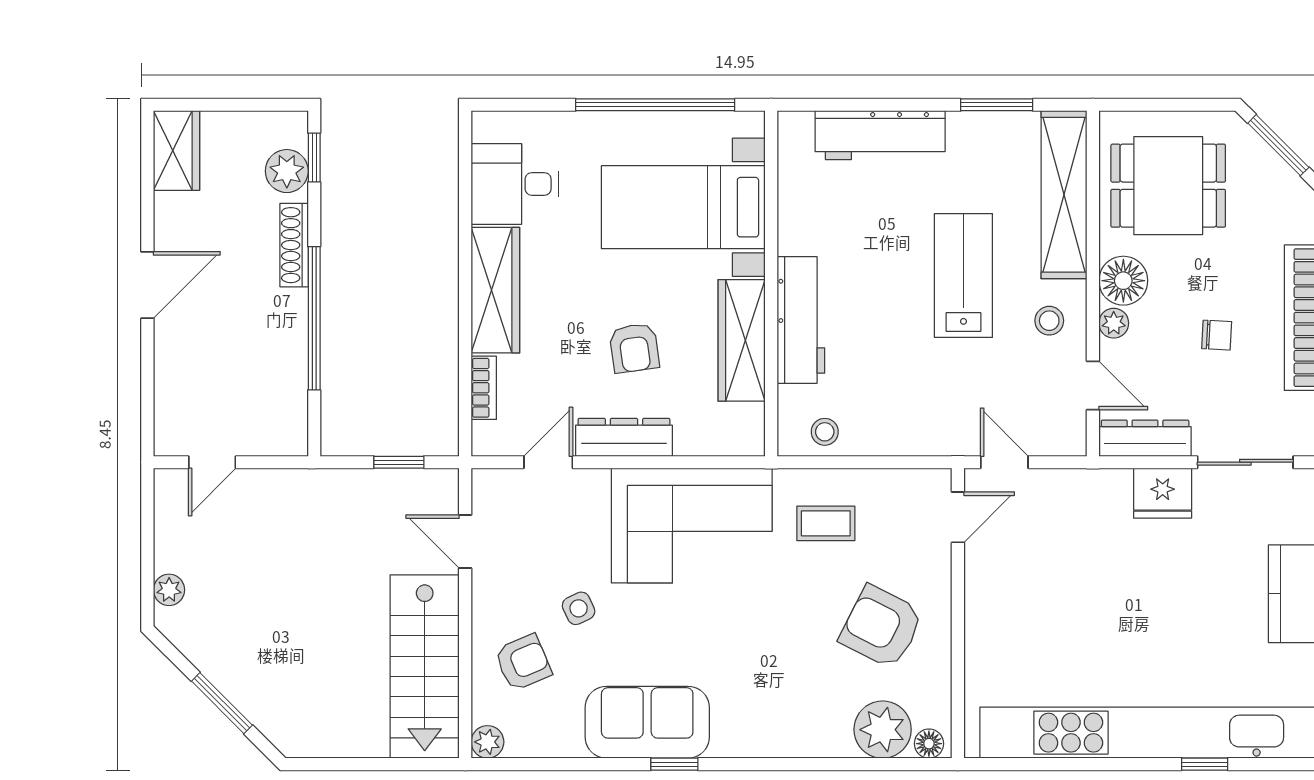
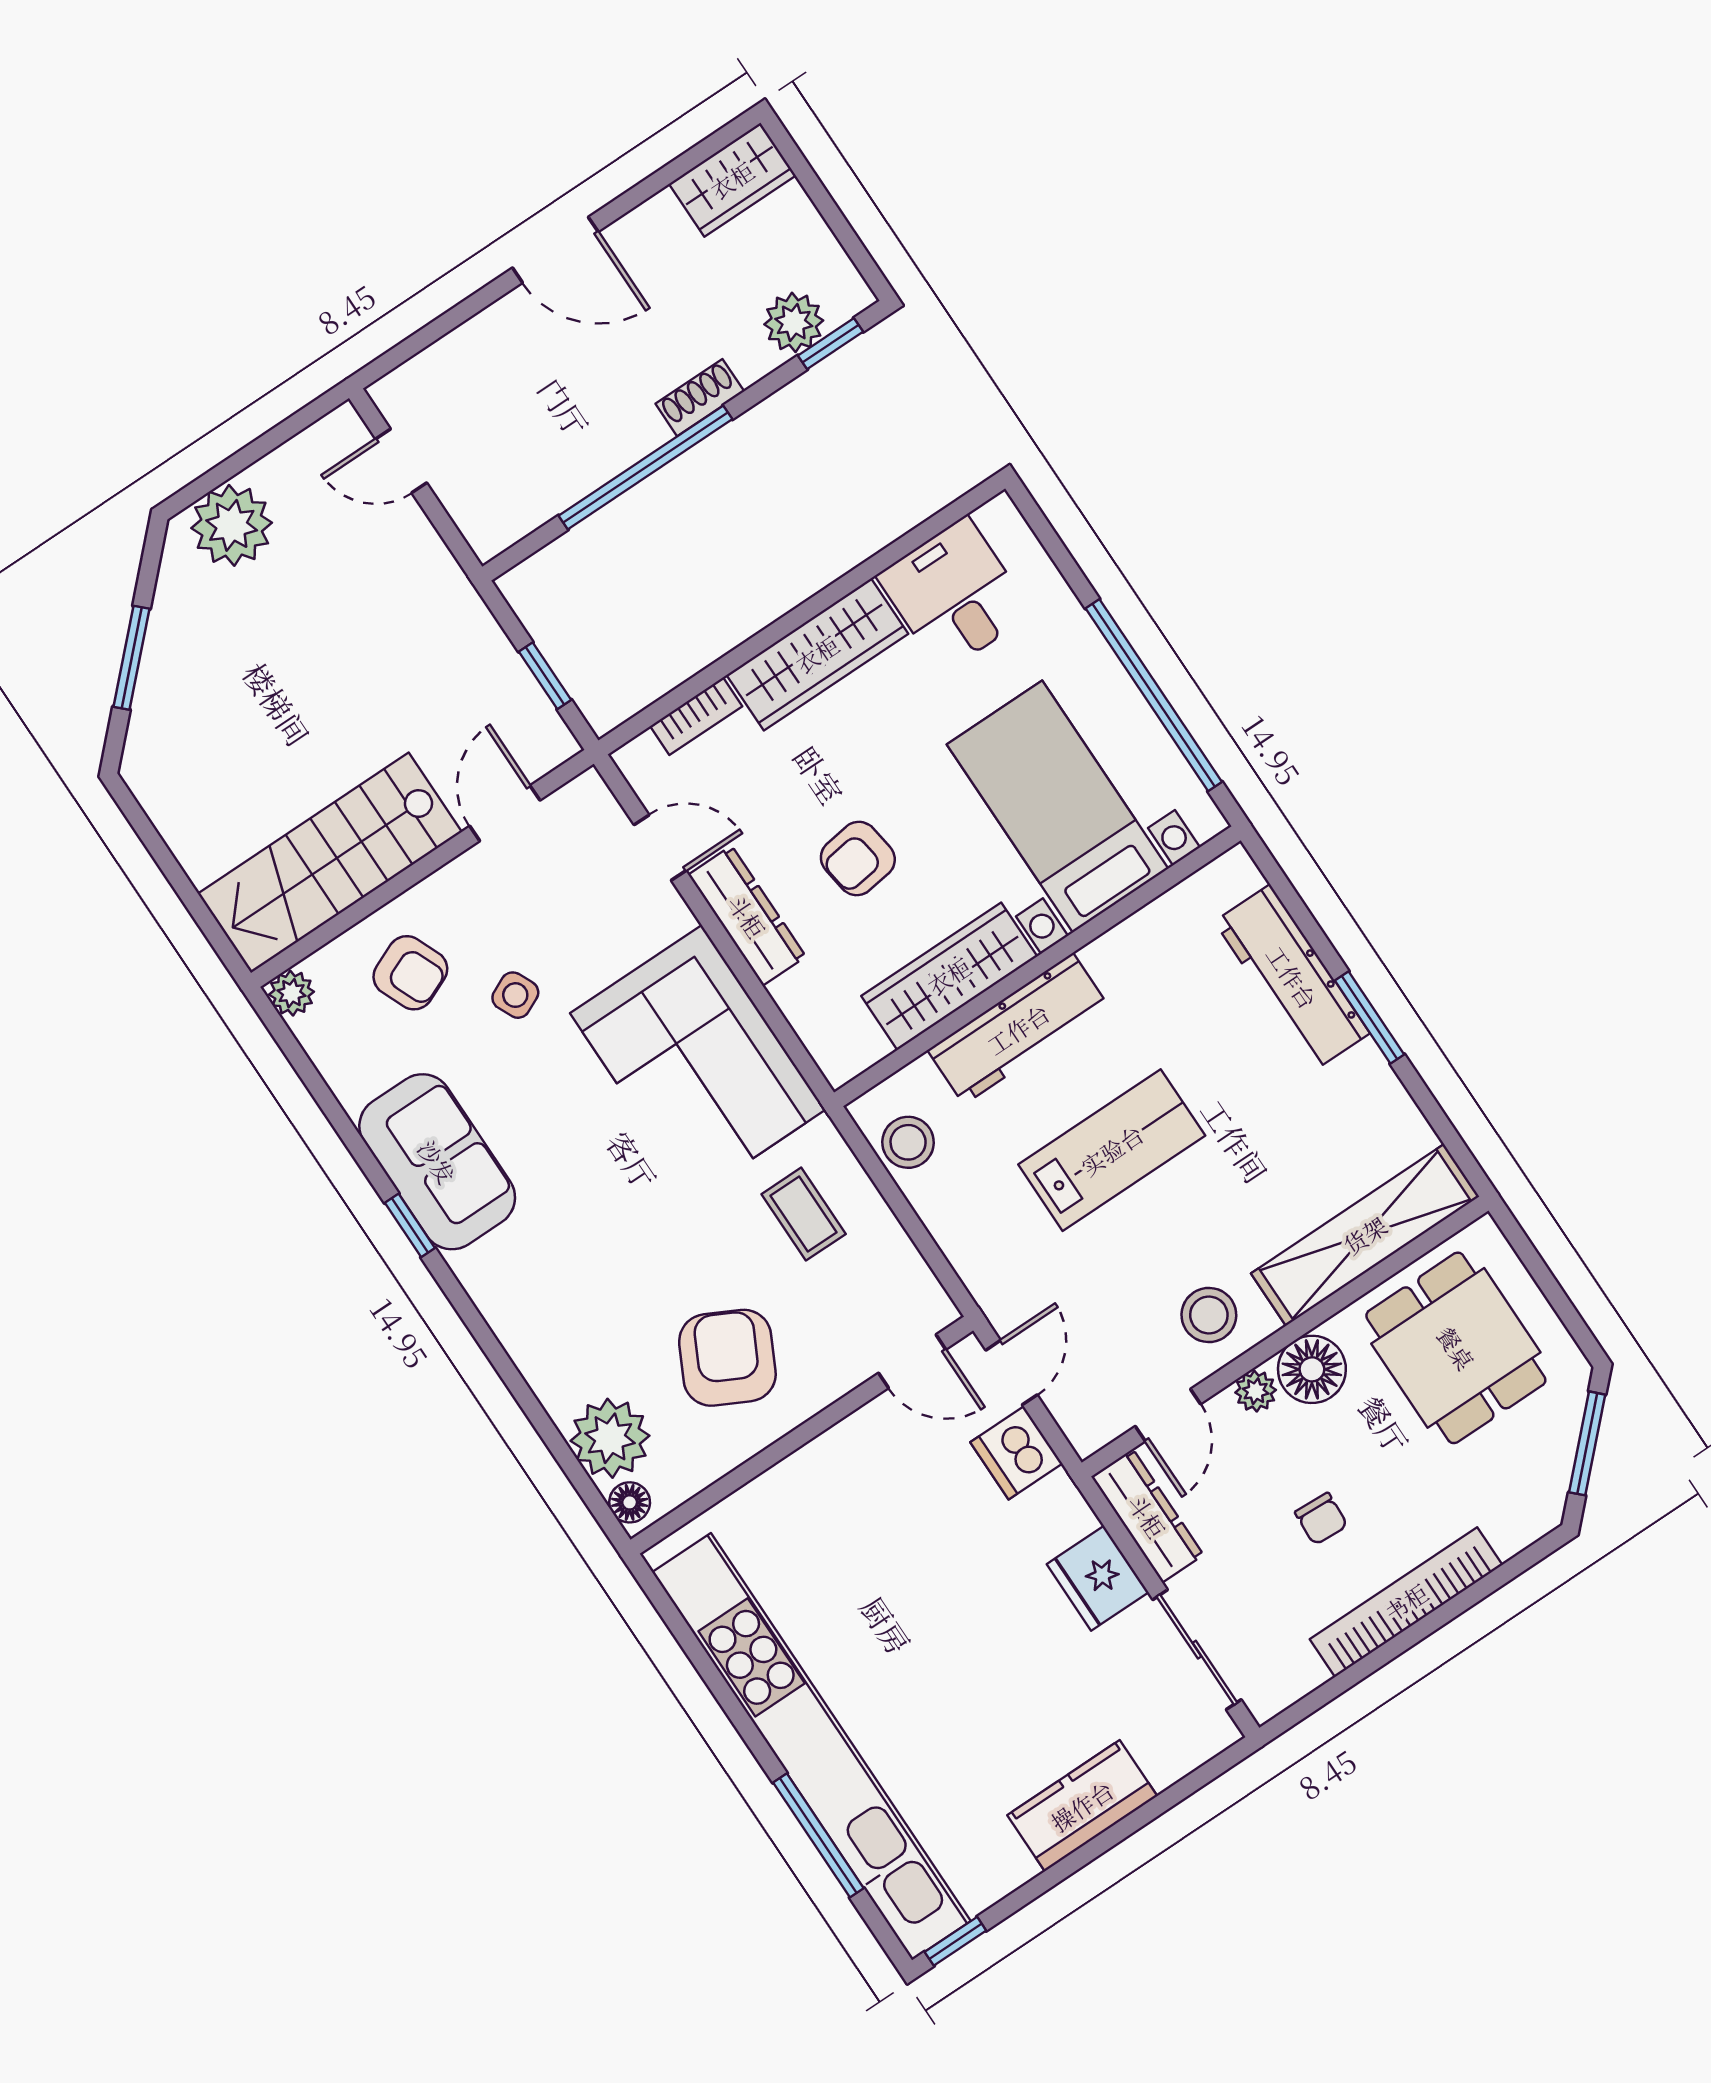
window: (997, 105) -> (1370, 1018), moved
shoe rack: (294, 245) -> (700, 398), width x0.70
lab bench: (963, 276) -> (1112, 1150), moved
stool: (1049, 321) -> (1209, 1315), width x1.37, depth x1.37
stool: (825, 432) -> (908, 1142), width x1.37, depth x1.37
dishwasher: (1055, 492) -> (1016, 1453), added
plant: (169, 590) -> (232, 525), width x1.87, depth x1.87
window: (1205, 764) -> (818, 1835), width x2.17

